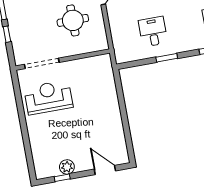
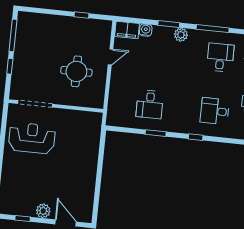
desk: (153, 32) -> (150, 104), turned 180
plant: (67, 167) -> (43, 211), moved

